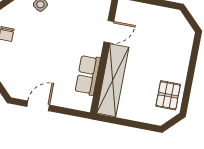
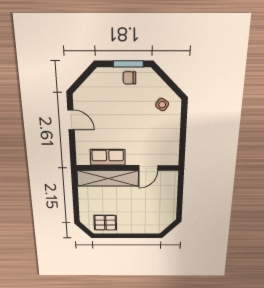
door: (109, 32) -> (148, 168), hinge flipped

